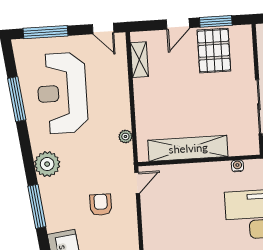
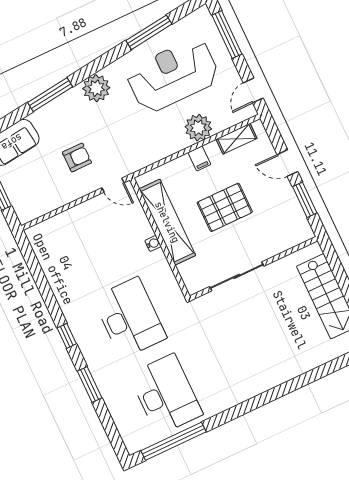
pallet: (214, 51) -> (225, 207), moved
filing cabinet: (144, 99) -> (199, 158), added
plant: (125, 137) -> (198, 128), moved, width x1.88, depth x1.88
water cooler: (237, 166) -> (153, 243), moved

